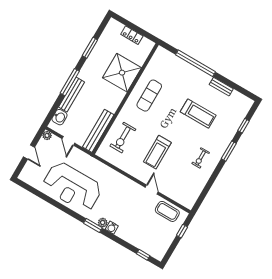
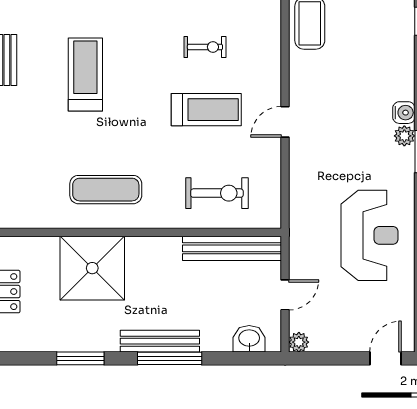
bench: (72, 94) -> (160, 341), moved
door: (29, 152) -> (385, 358), moved
exercise bike: (201, 158) -> (205, 47), moved
reception desk: (72, 187) -> (370, 235), width x0.74, depth x0.77
door: (152, 190) -> (285, 122), moved

